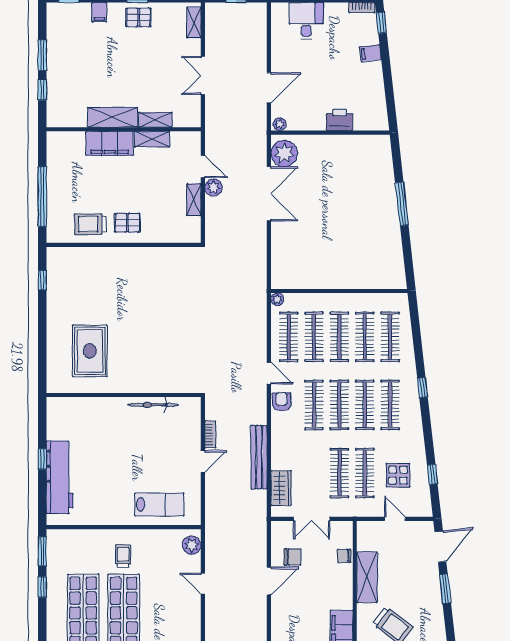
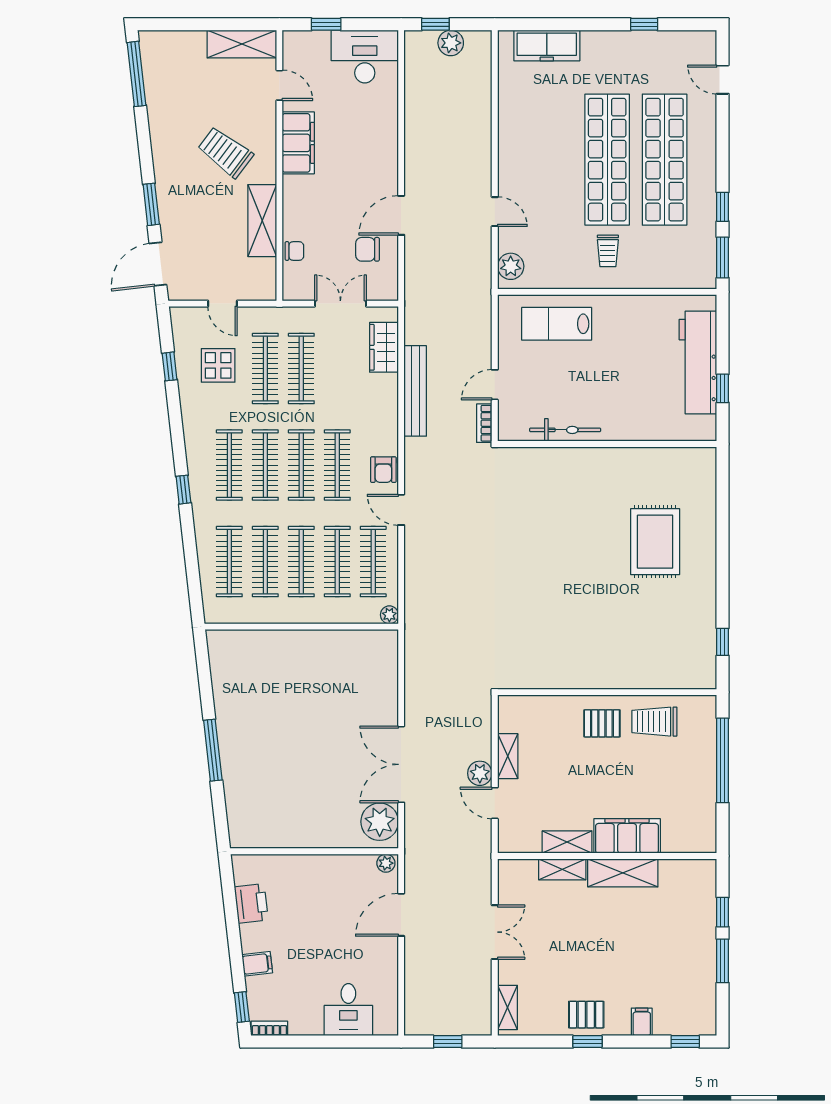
printer: (340, 120) -> (251, 903), moved, turned -96
trolley: (90, 224) -> (654, 722), turned 180
wall: (124, 395) -> (607, 444), moved
bicycle: (153, 405) -> (565, 430), moved

